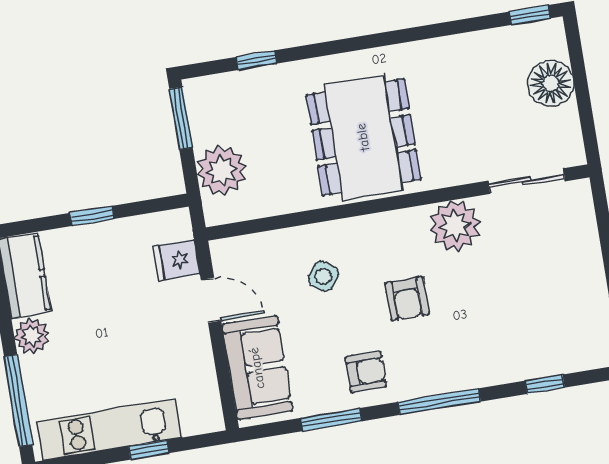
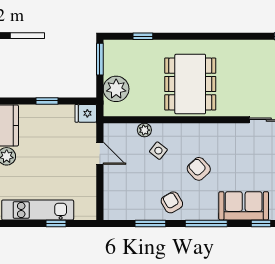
plant: (455, 226) -> (144, 130), moved, width x0.53, depth x0.53
fridge: (176, 260) -> (86, 113), moved
armchair: (407, 299) -> (199, 169), turned 137
sofa: (257, 368) -> (244, 206), moved, turned -90
armchair: (366, 372) -> (172, 202), turned -121

